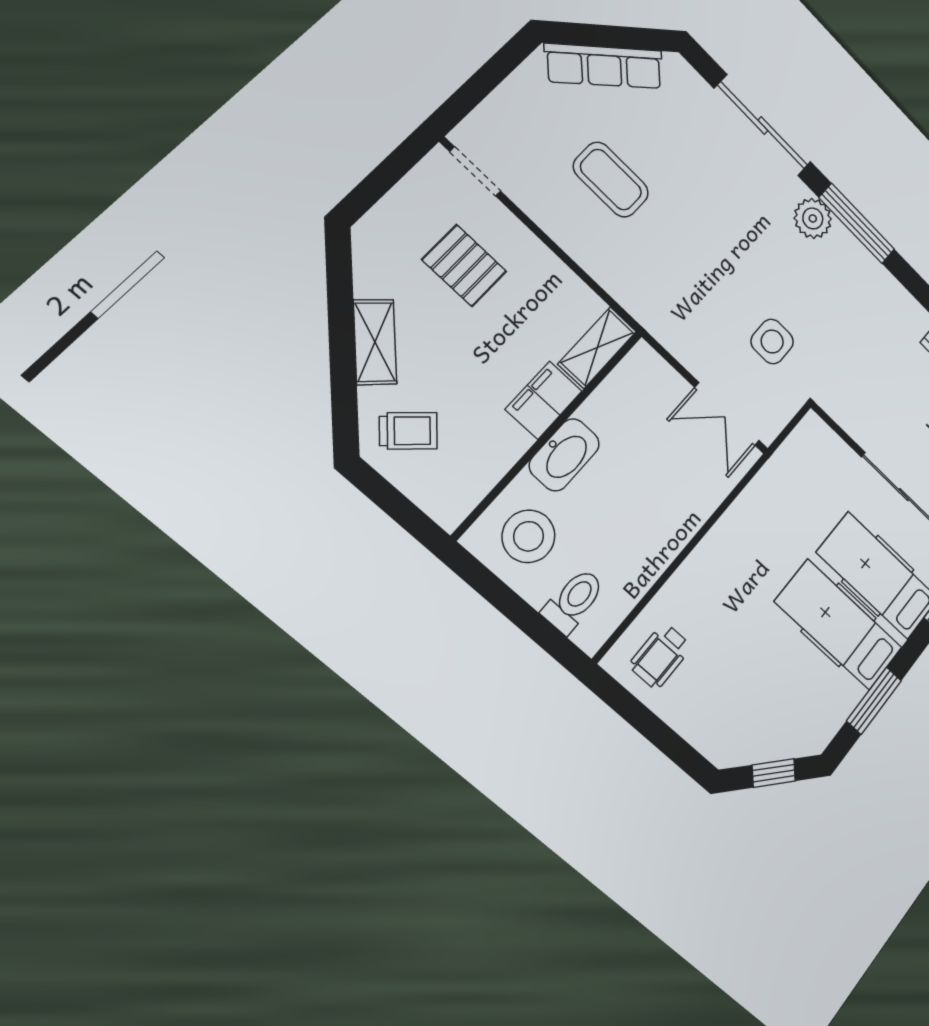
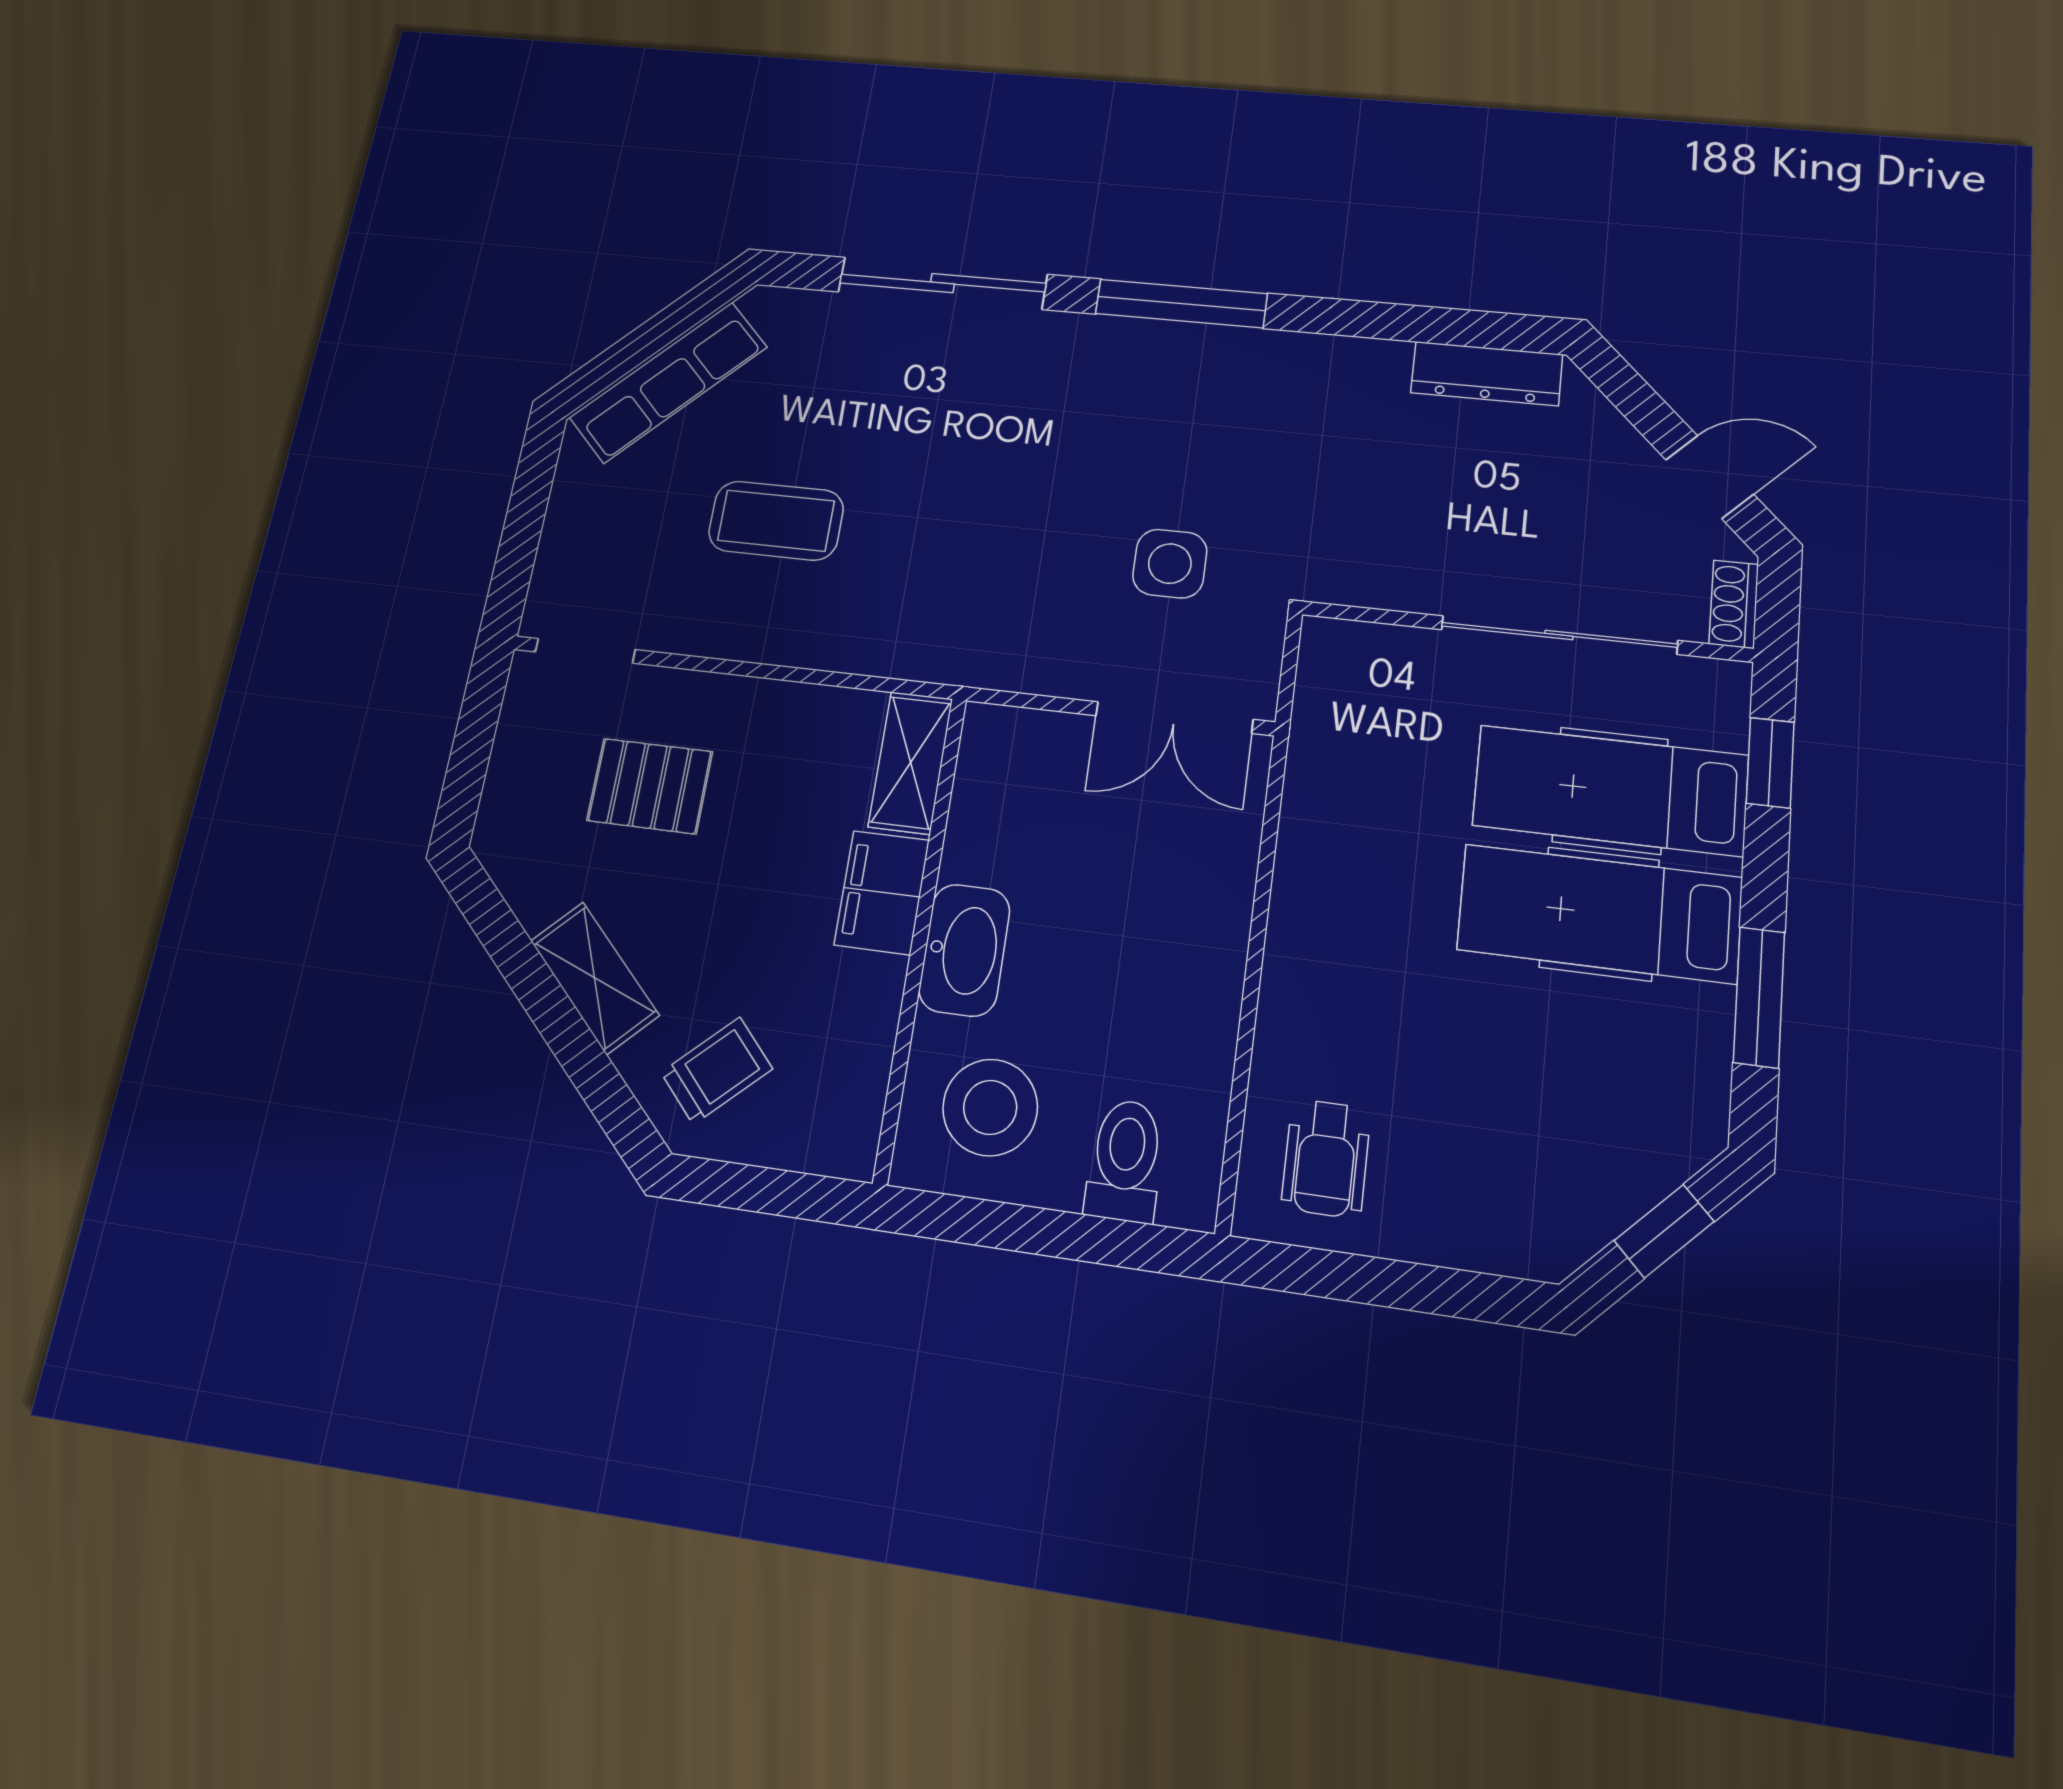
plant: (813, 218) -> (1108, 348), removed

